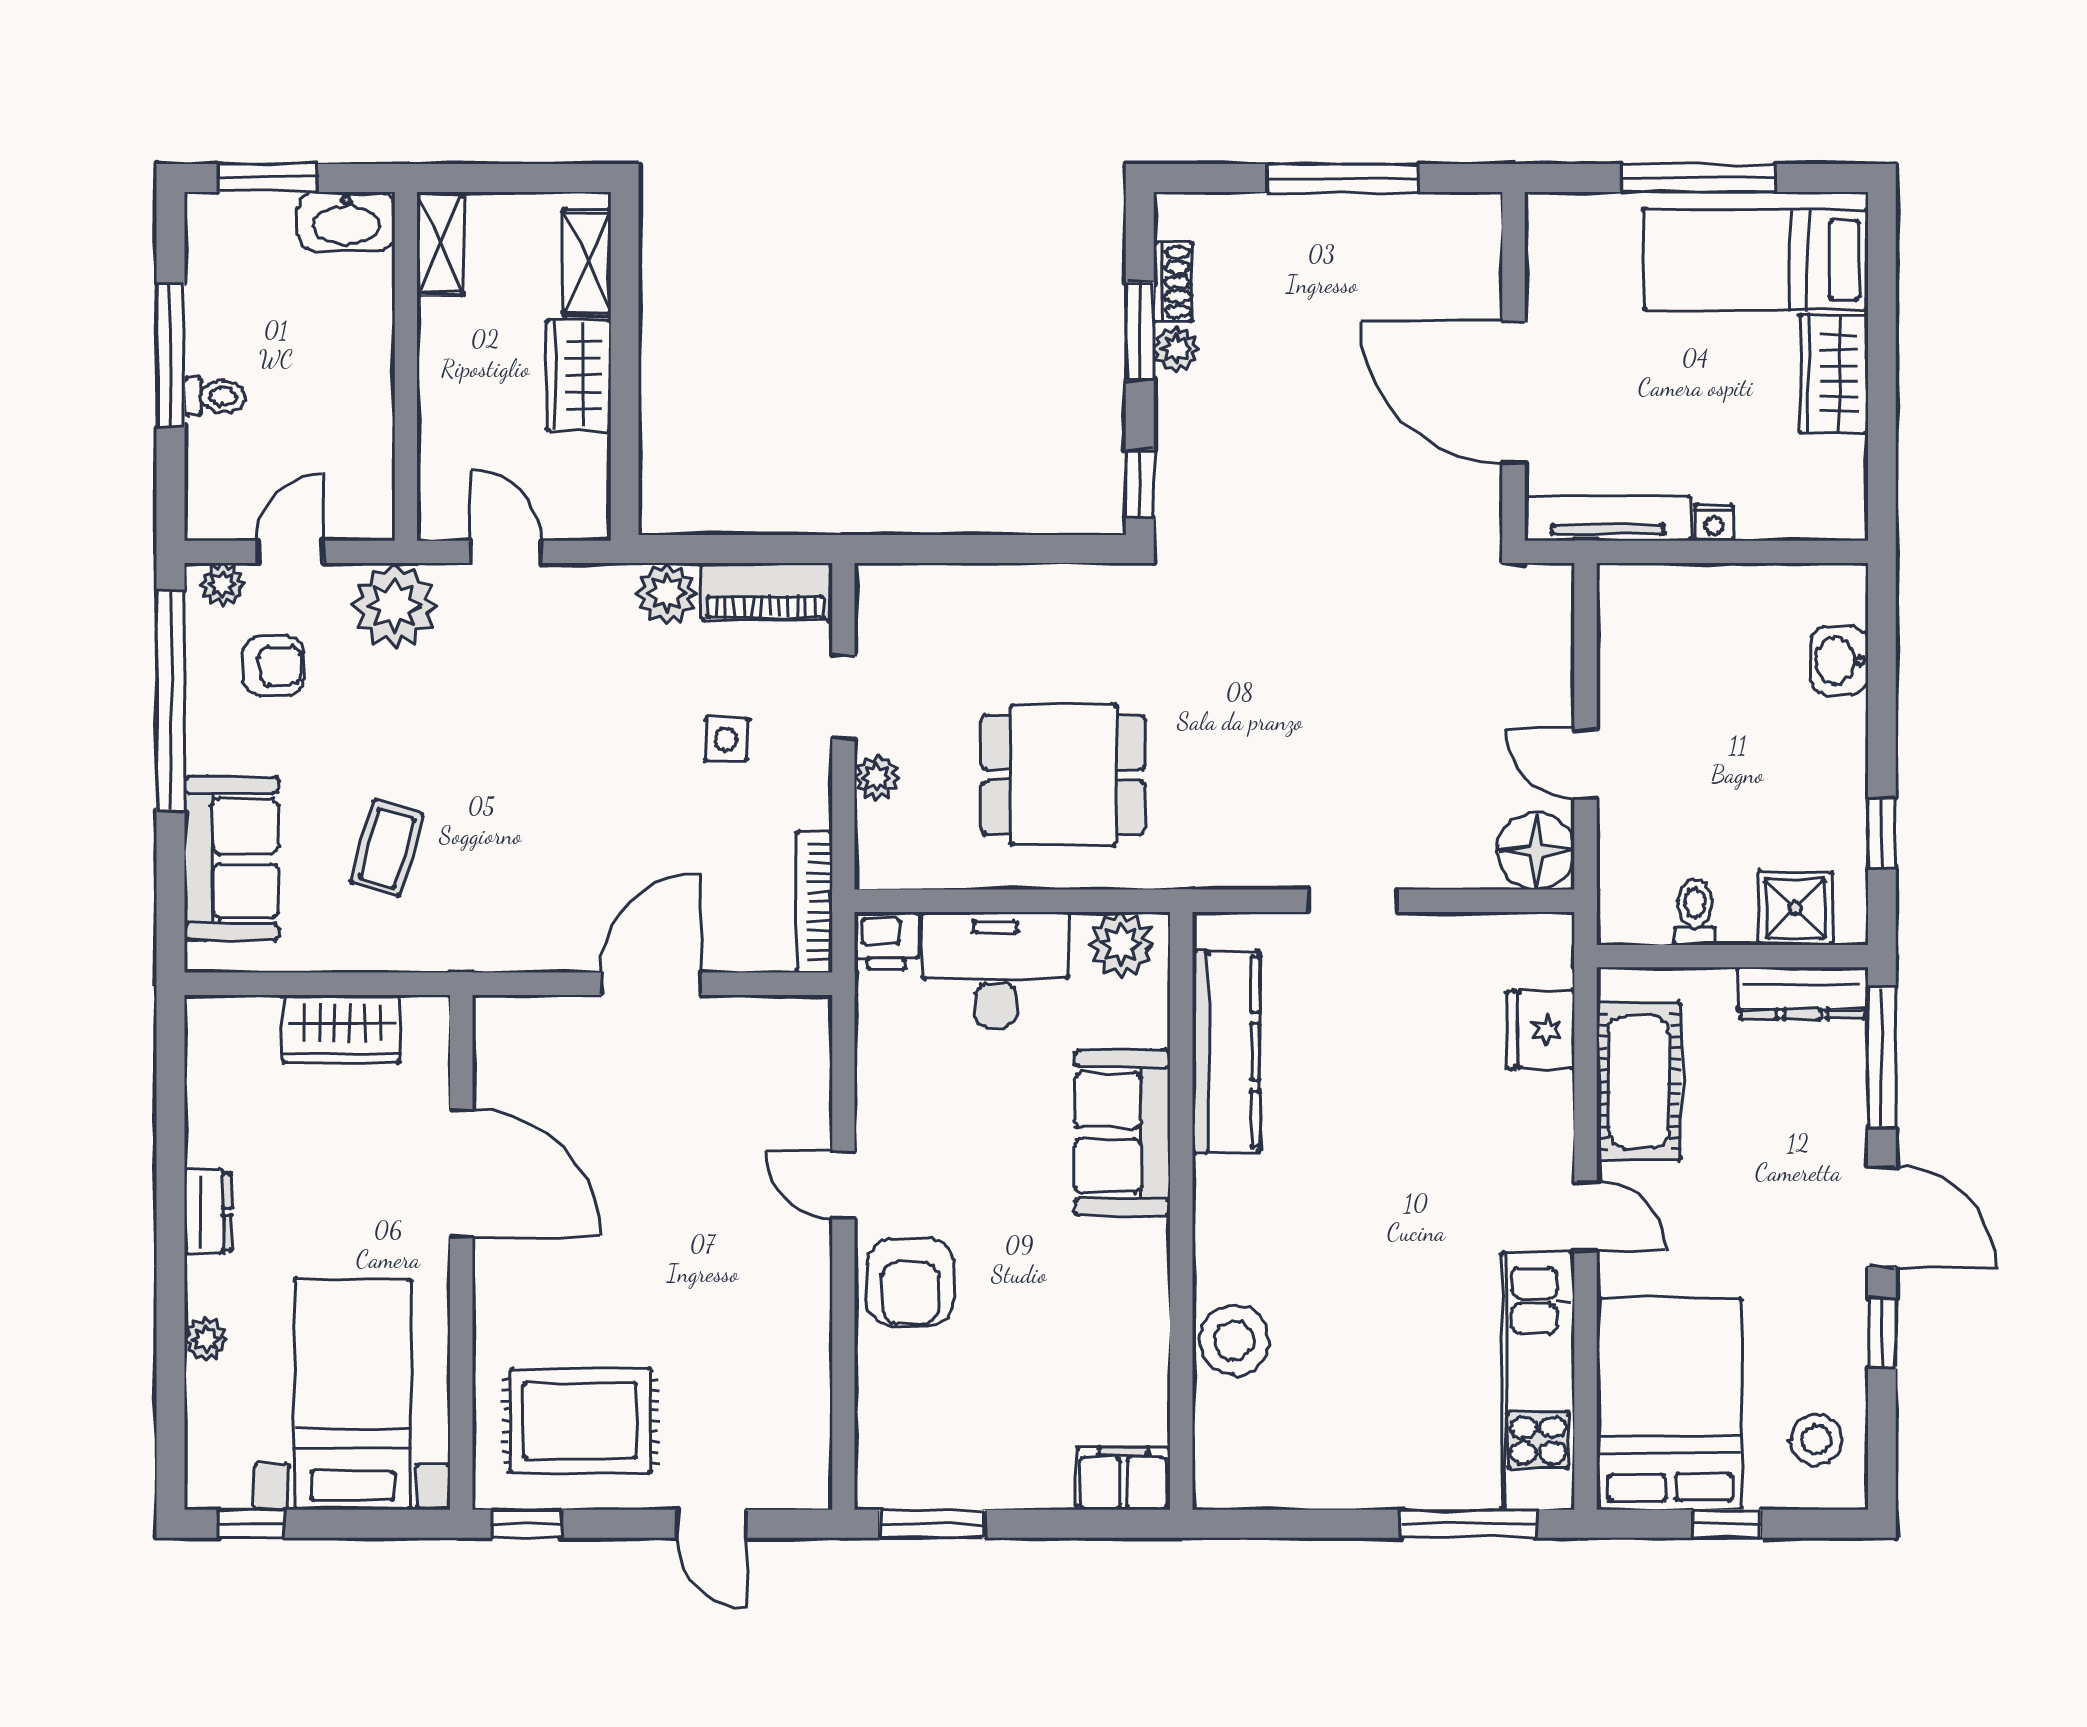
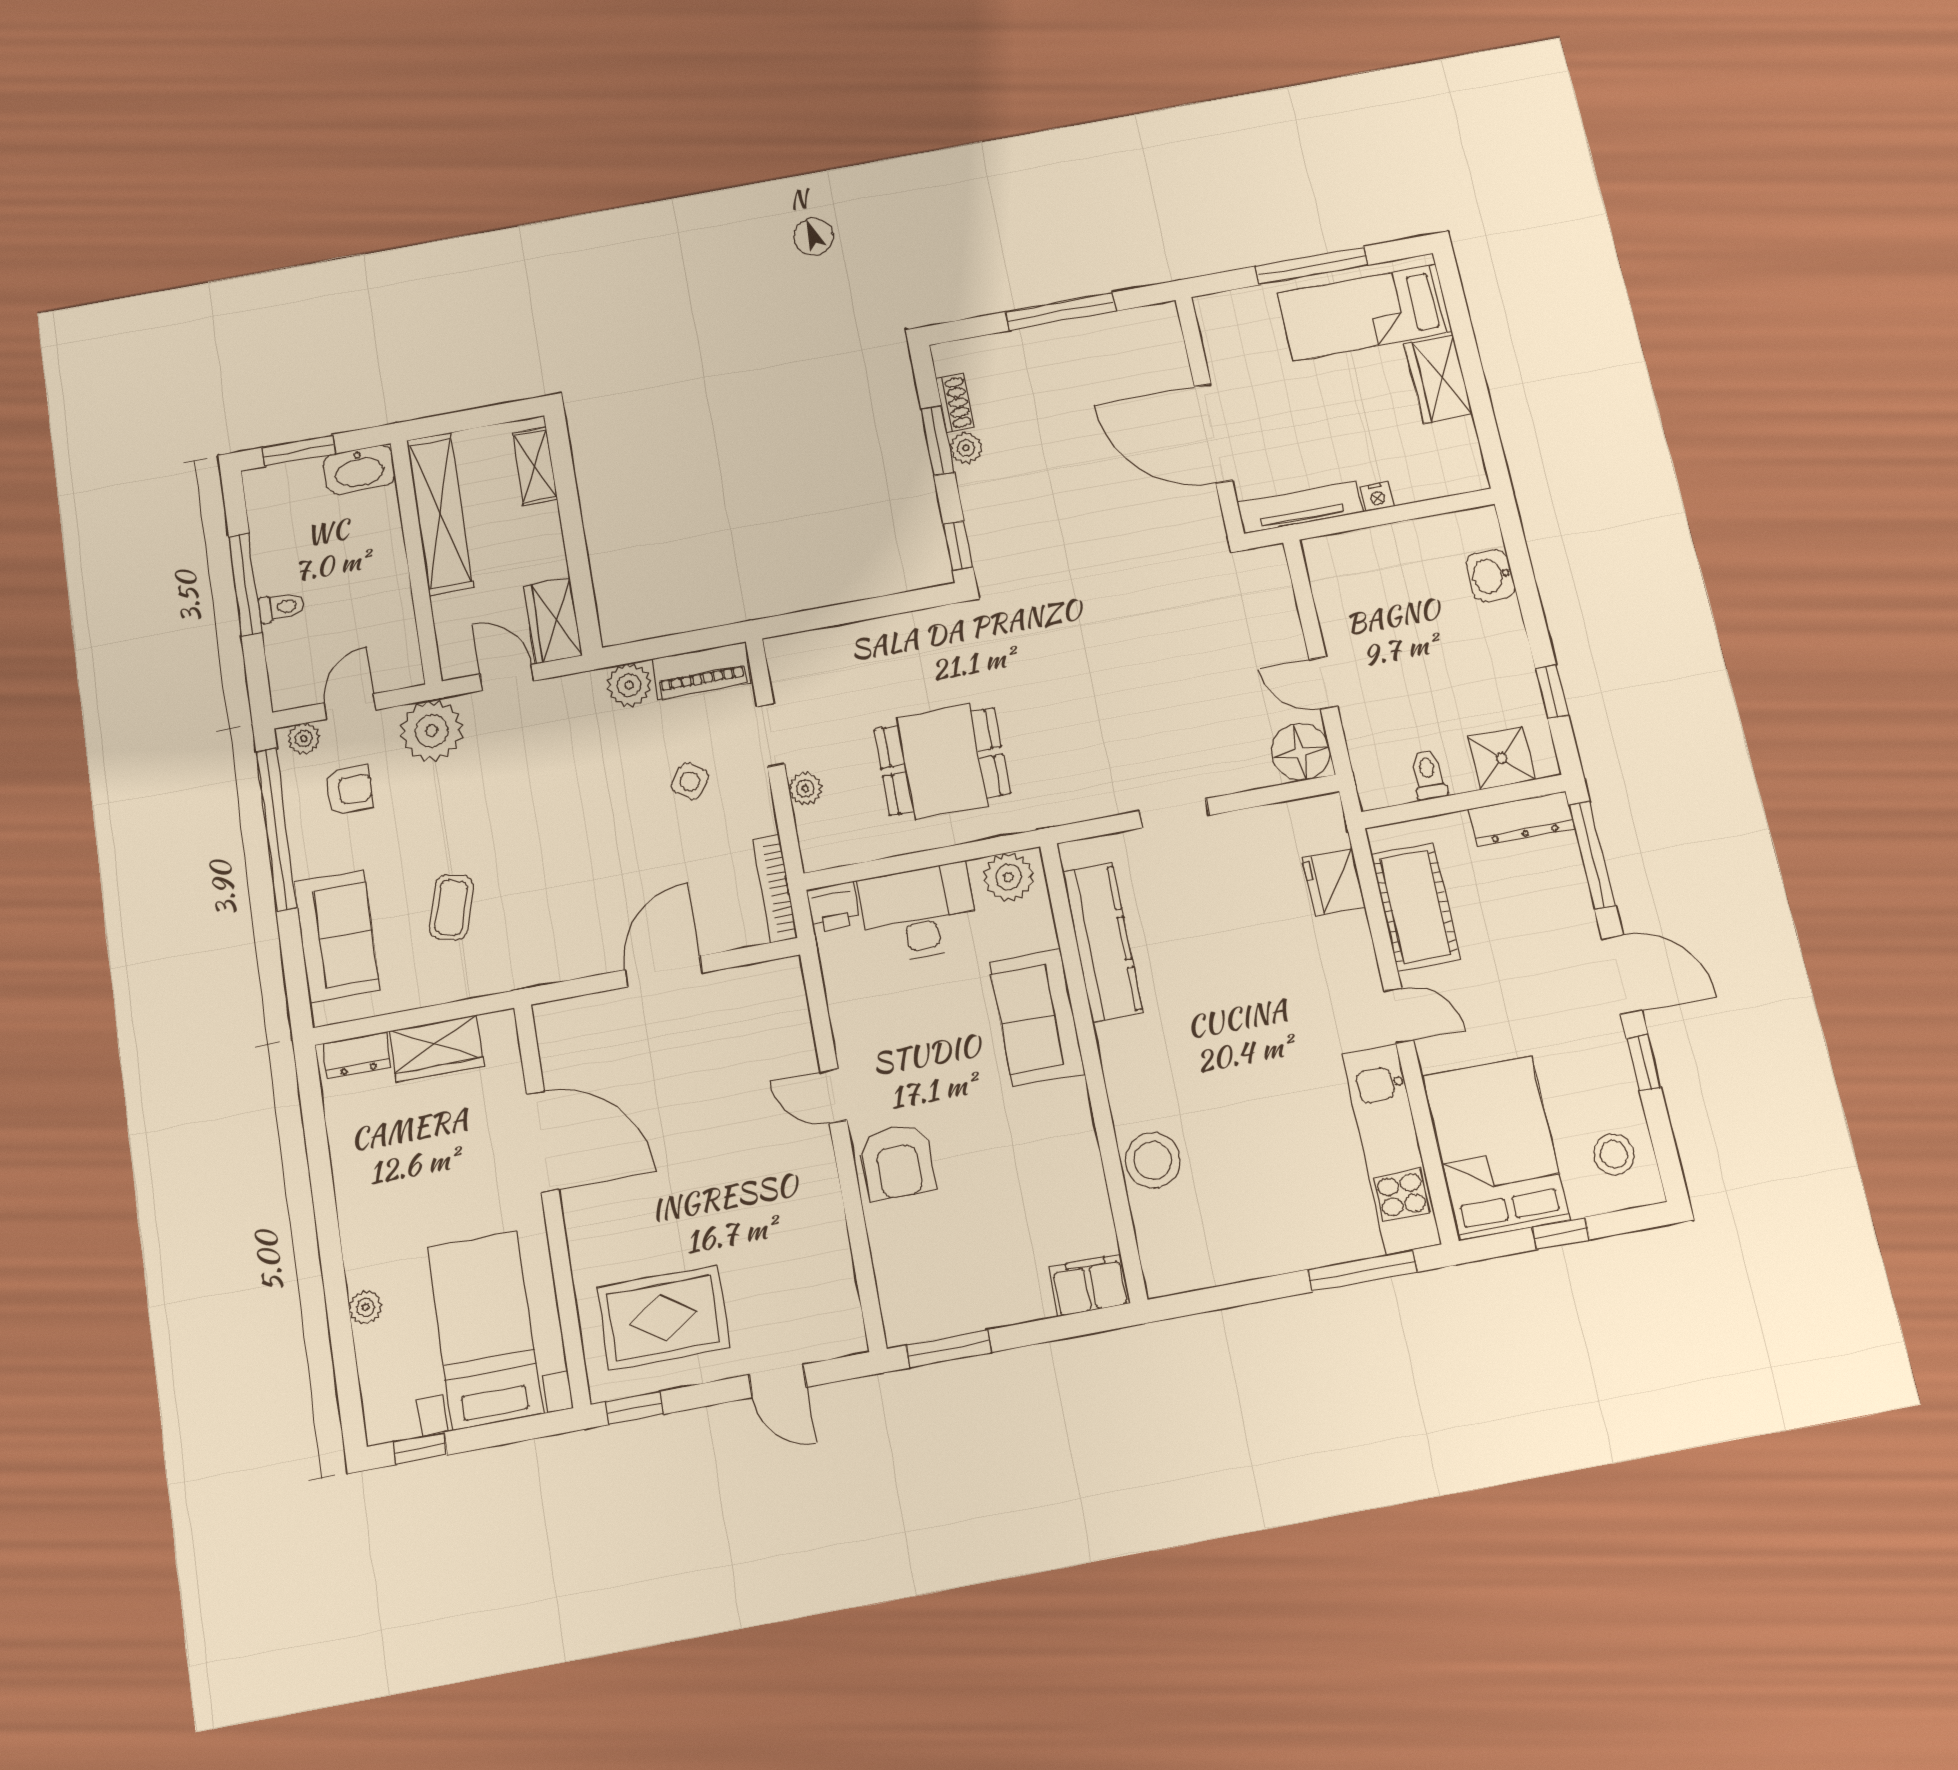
shelving: (440, 243) -> (440, 514), width x2.20, depth x1.33
wardrobe: (579, 375) -> (553, 621), moved
side table: (726, 739) -> (690, 781), turned 35
dresser: (208, 1212) -> (357, 1055), moved, turned 90

